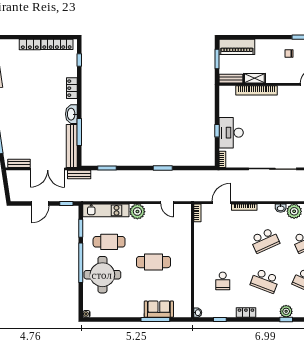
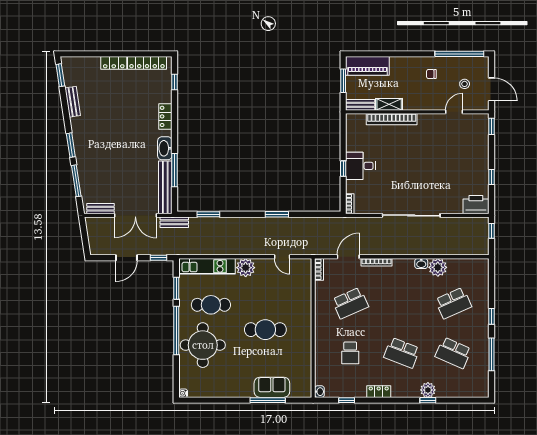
desk: (231, 133) -> (361, 166), width x0.73
school desk: (265, 240) -> (350, 303), moved

